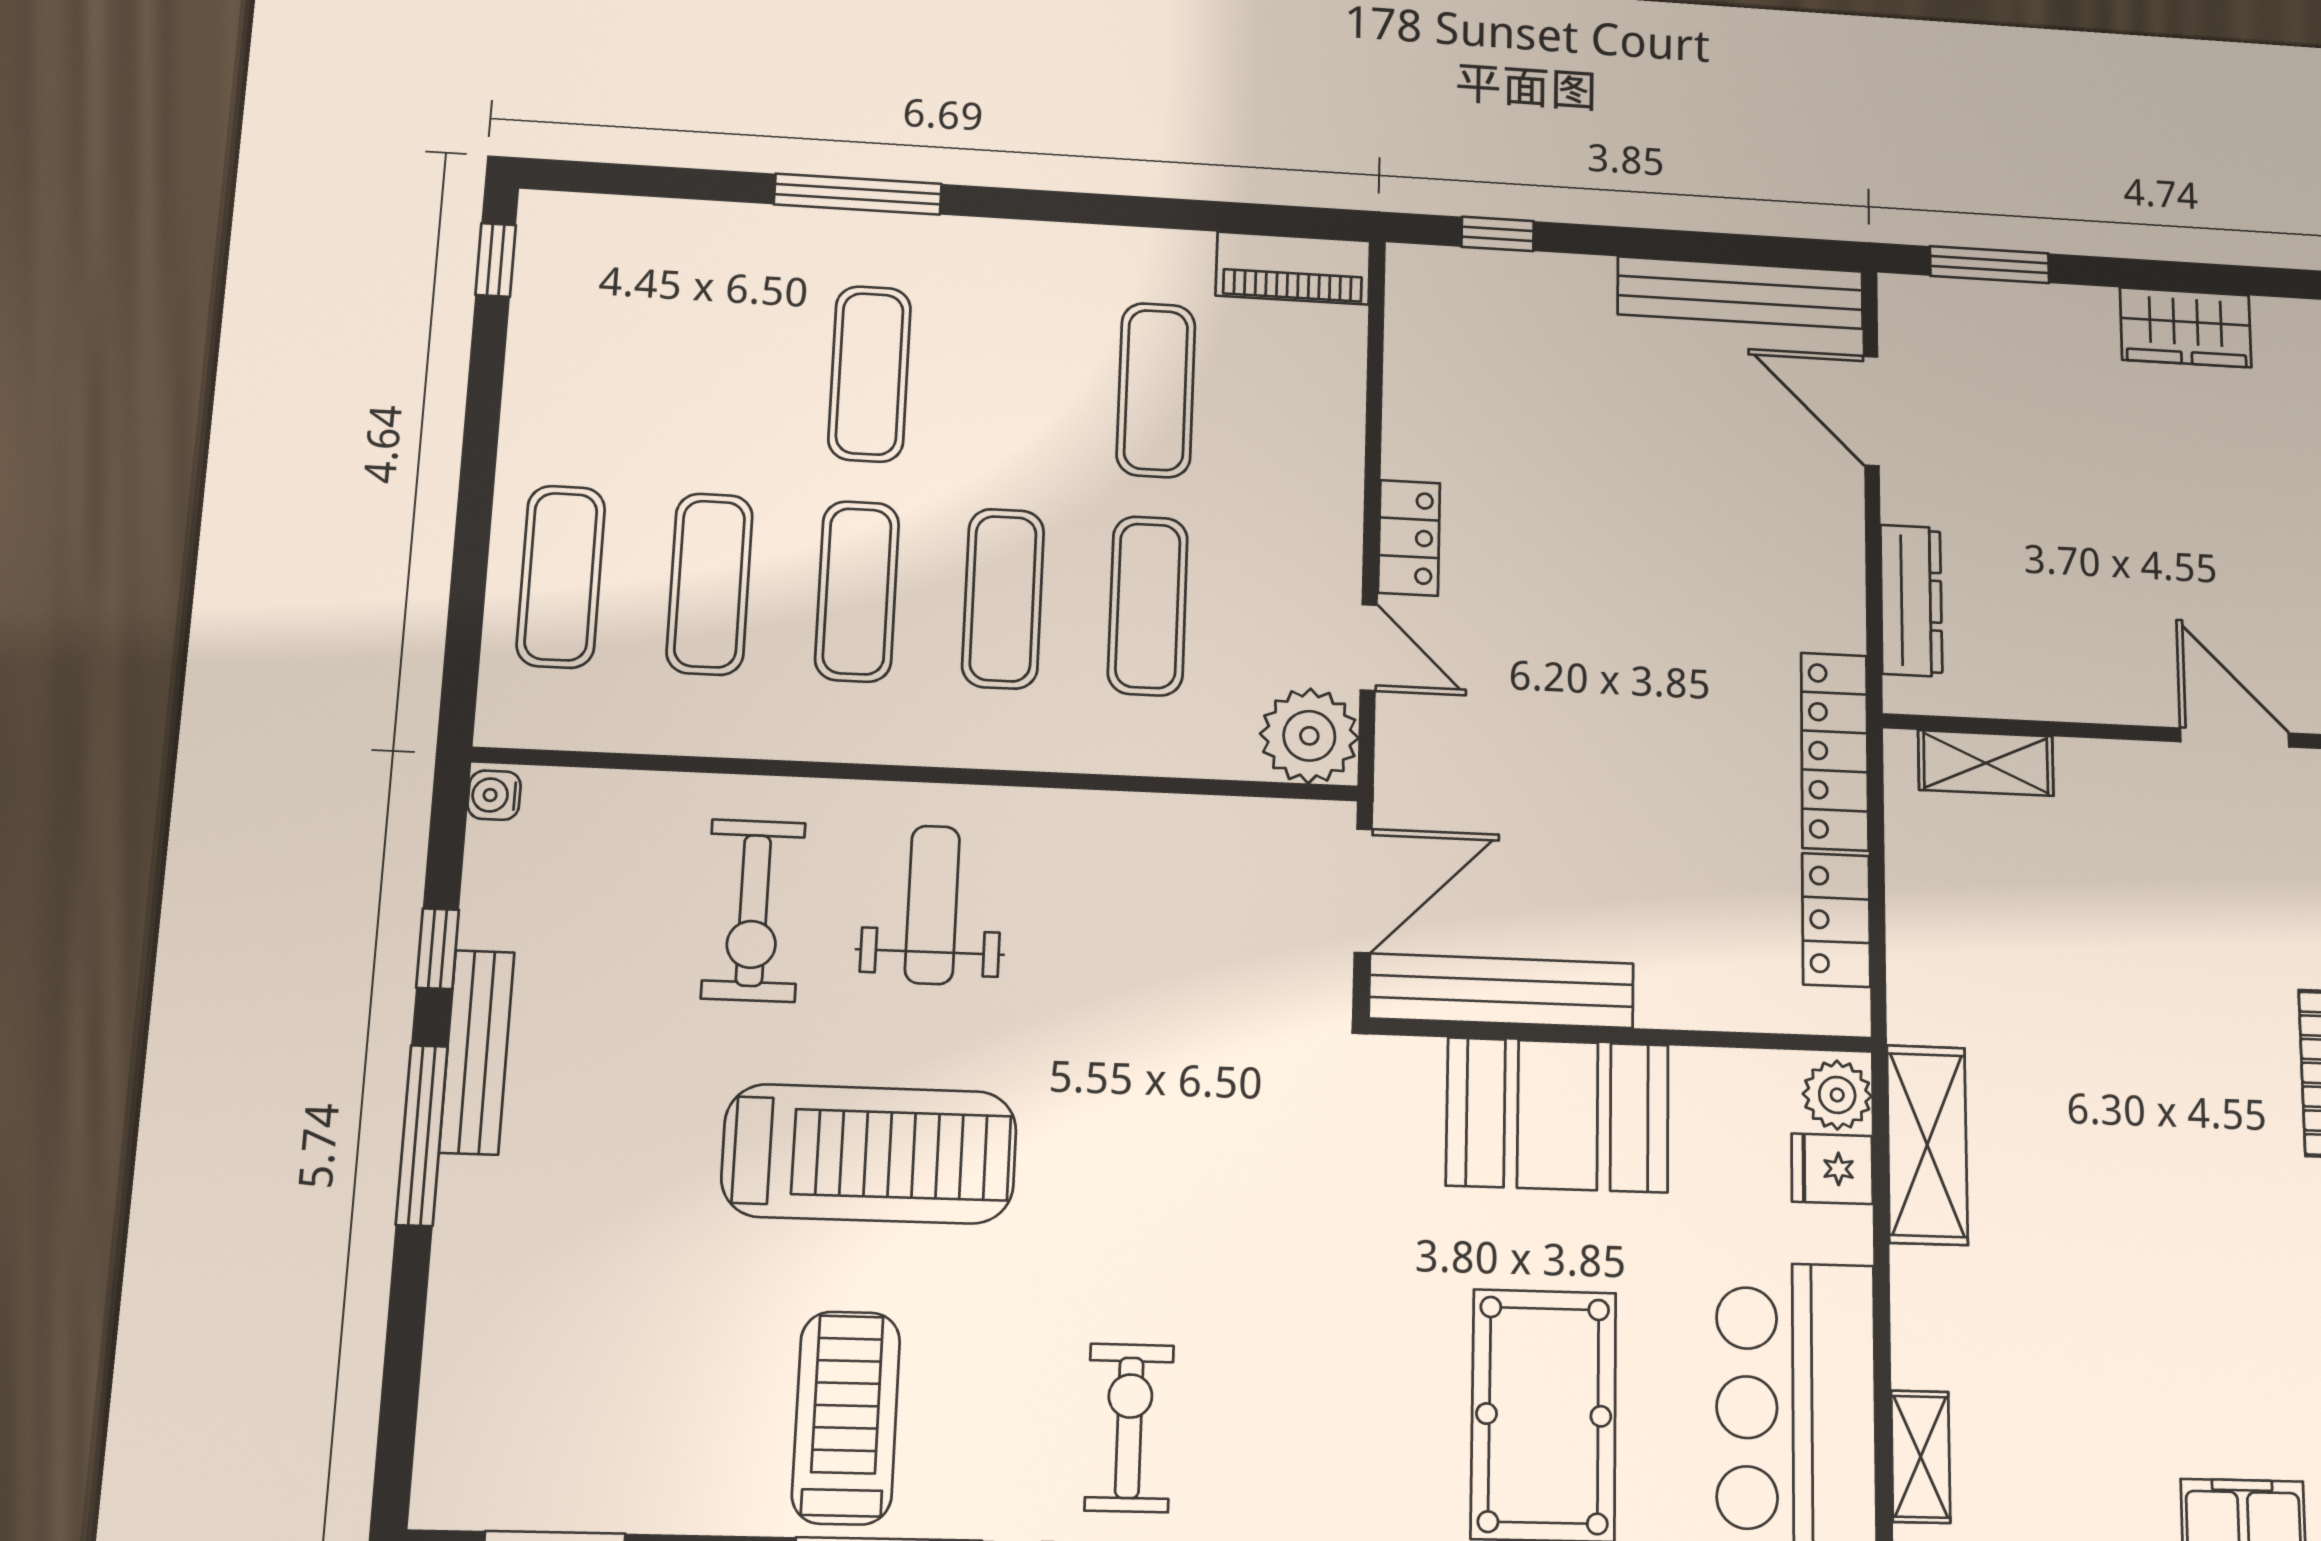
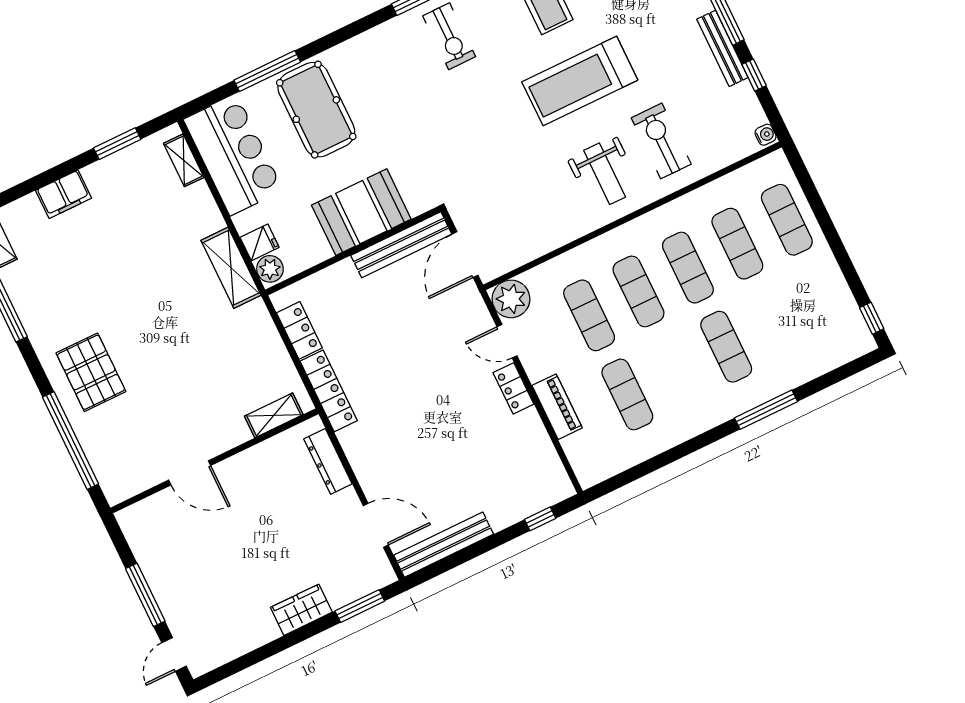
piano: (1293, 268) -> (557, 407), moved, turned 90
wardrobe: (2186, 327) -> (301, 610), moved

